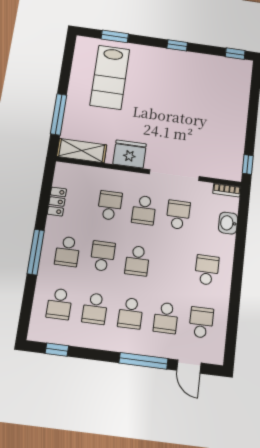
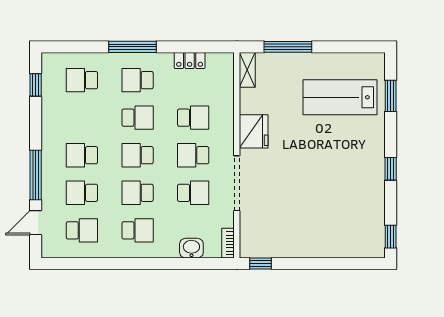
shelving: (82, 151) -> (247, 70), width x0.67, depth x0.75
school desk: (95, 309) -> (138, 193), moved

